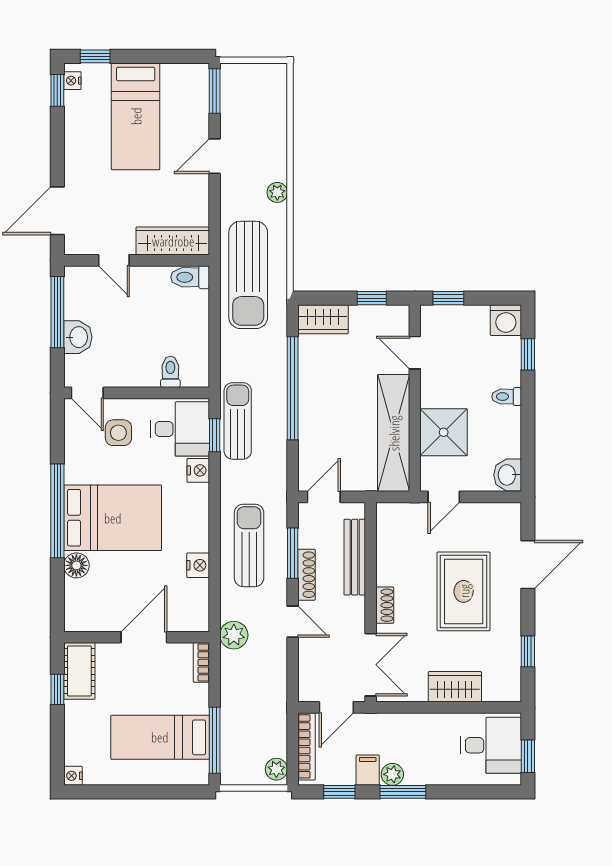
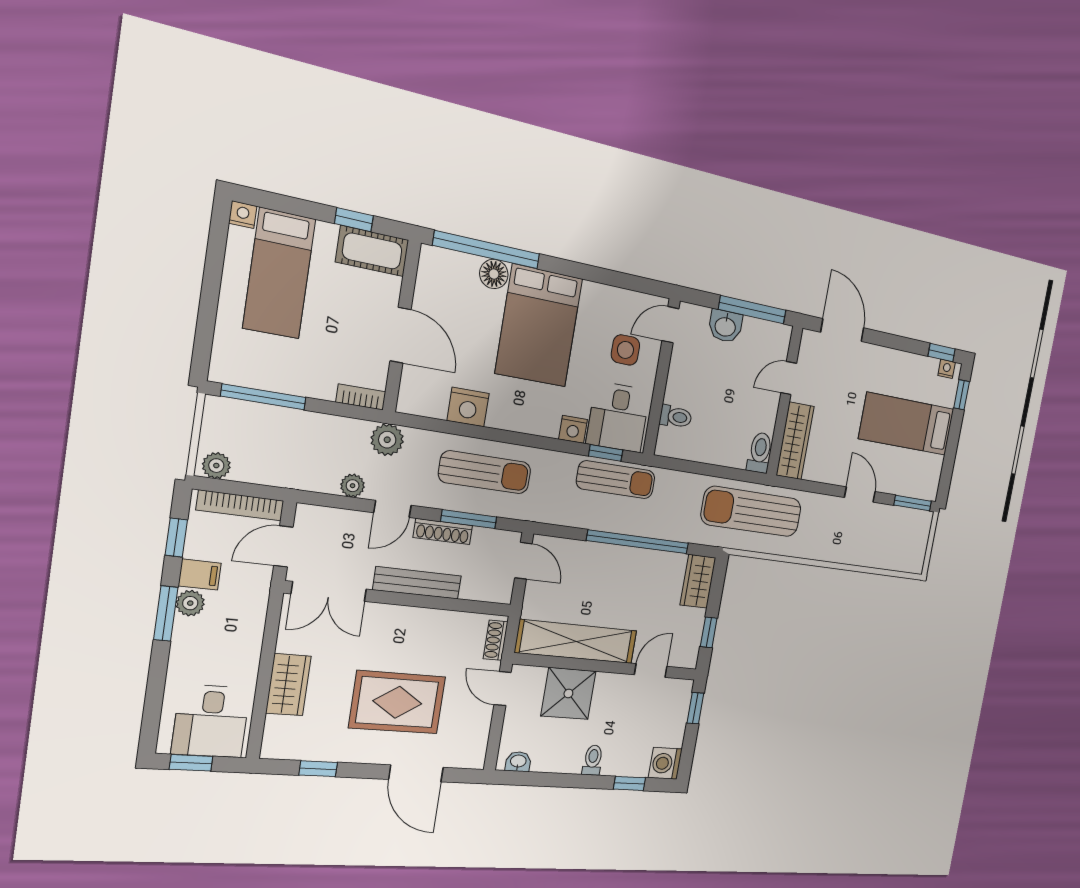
plant: (277, 192) -> (353, 486), moved
washbasin: (508, 475) -> (518, 762), width x0.72, depth x0.69
window: (57, 511) -> (487, 250), moved
bench: (355, 557) -> (417, 583), moved
nightstand: (198, 565) -> (468, 407), width x1.36, depth x1.33
shoe rack: (385, 605) -> (496, 640), moved, turned 90
door: (336, 707) -> (283, 546), hinge flipped
bed: (160, 737) -> (279, 273), moved, turned 180

